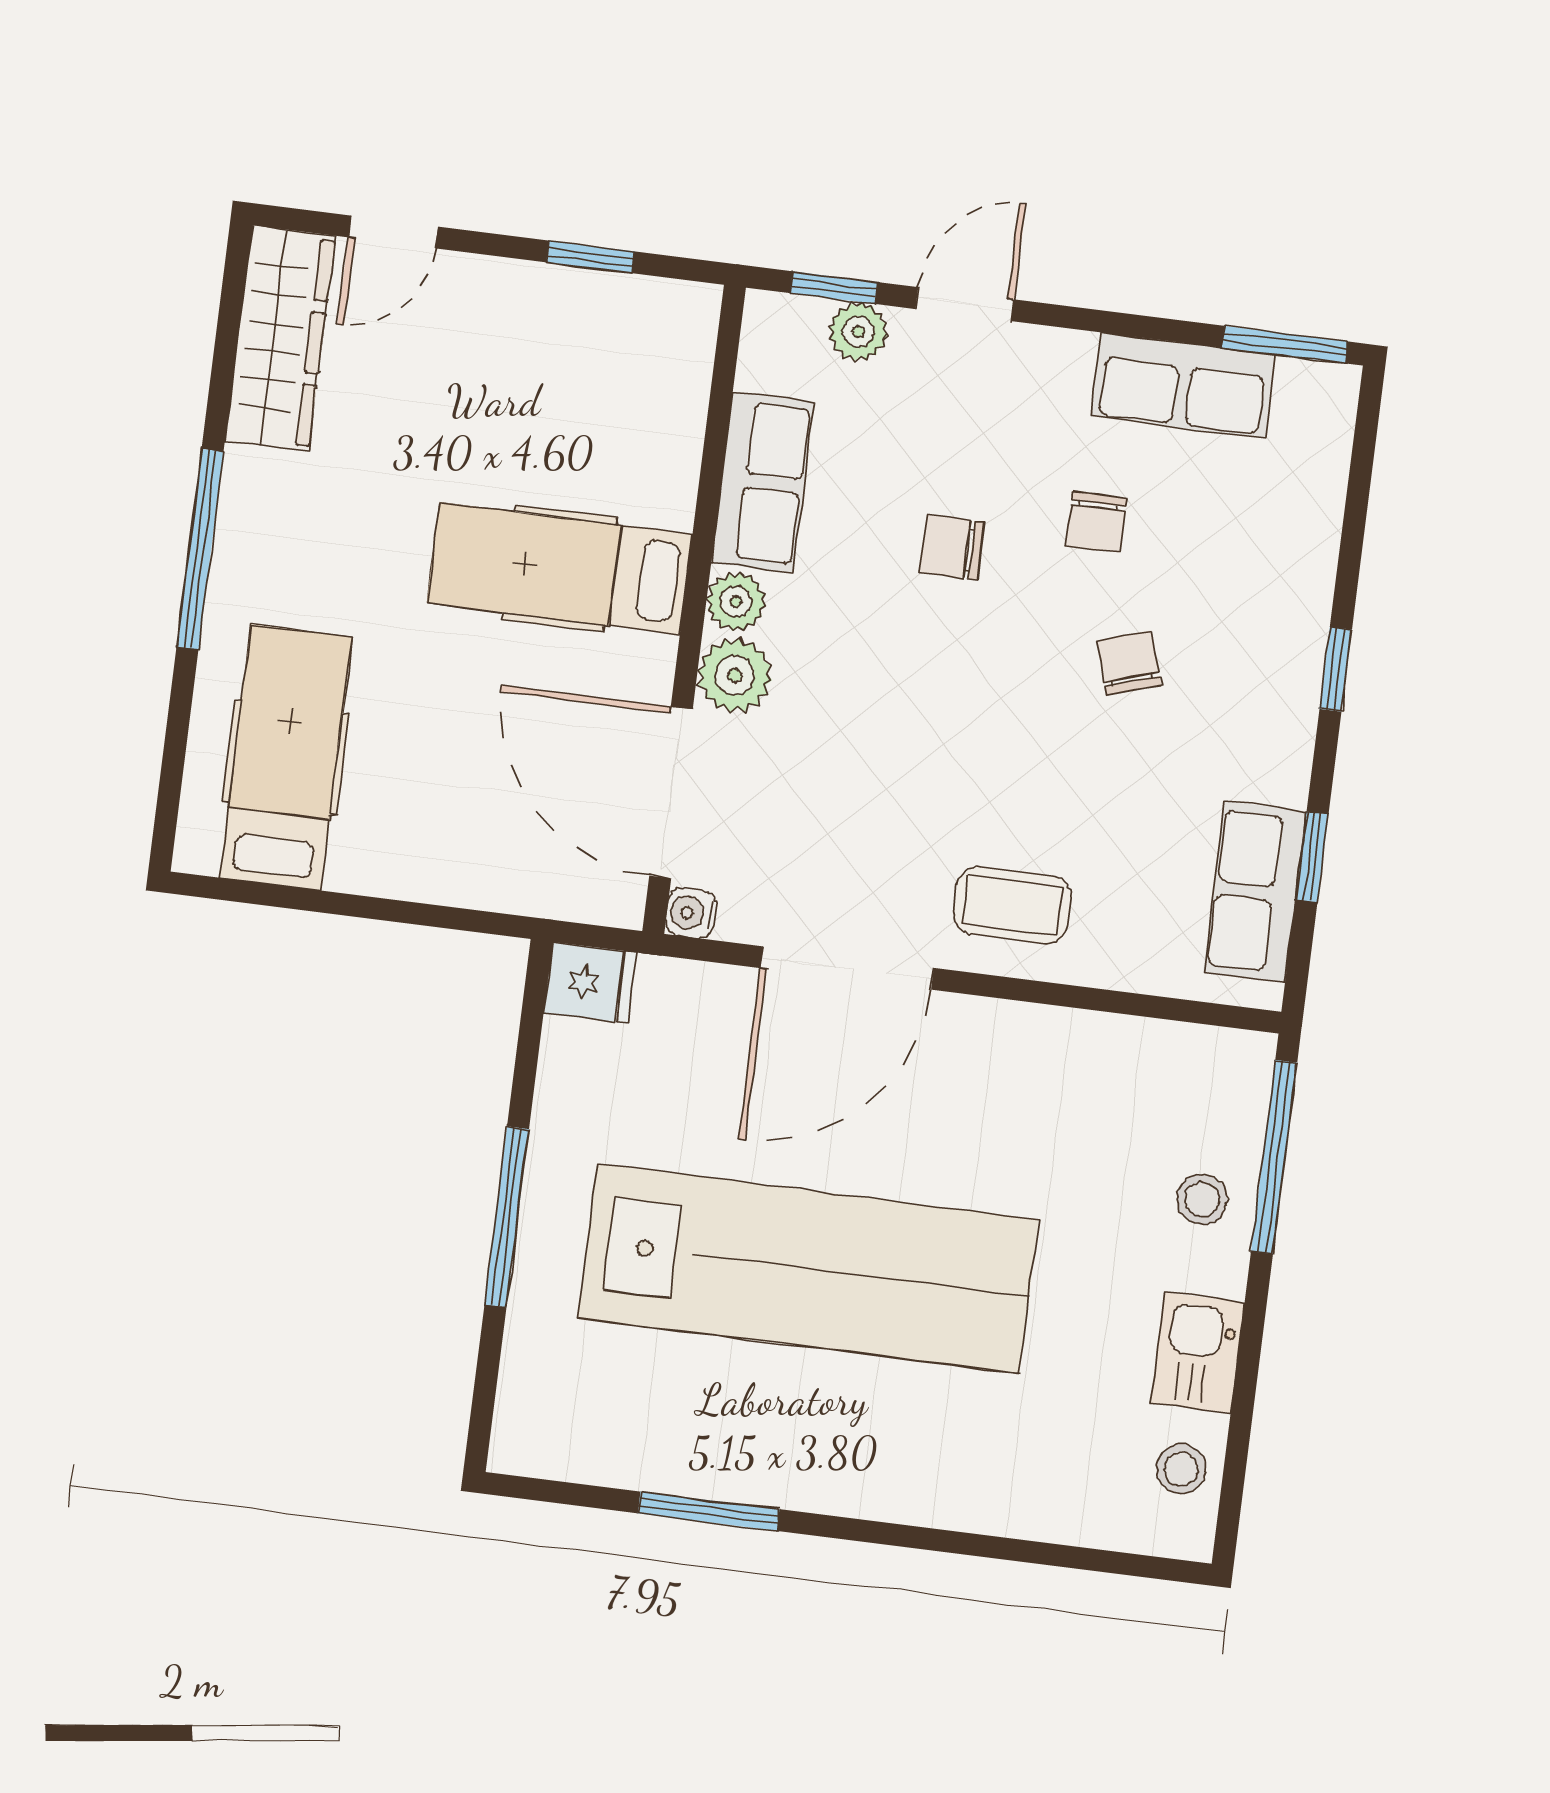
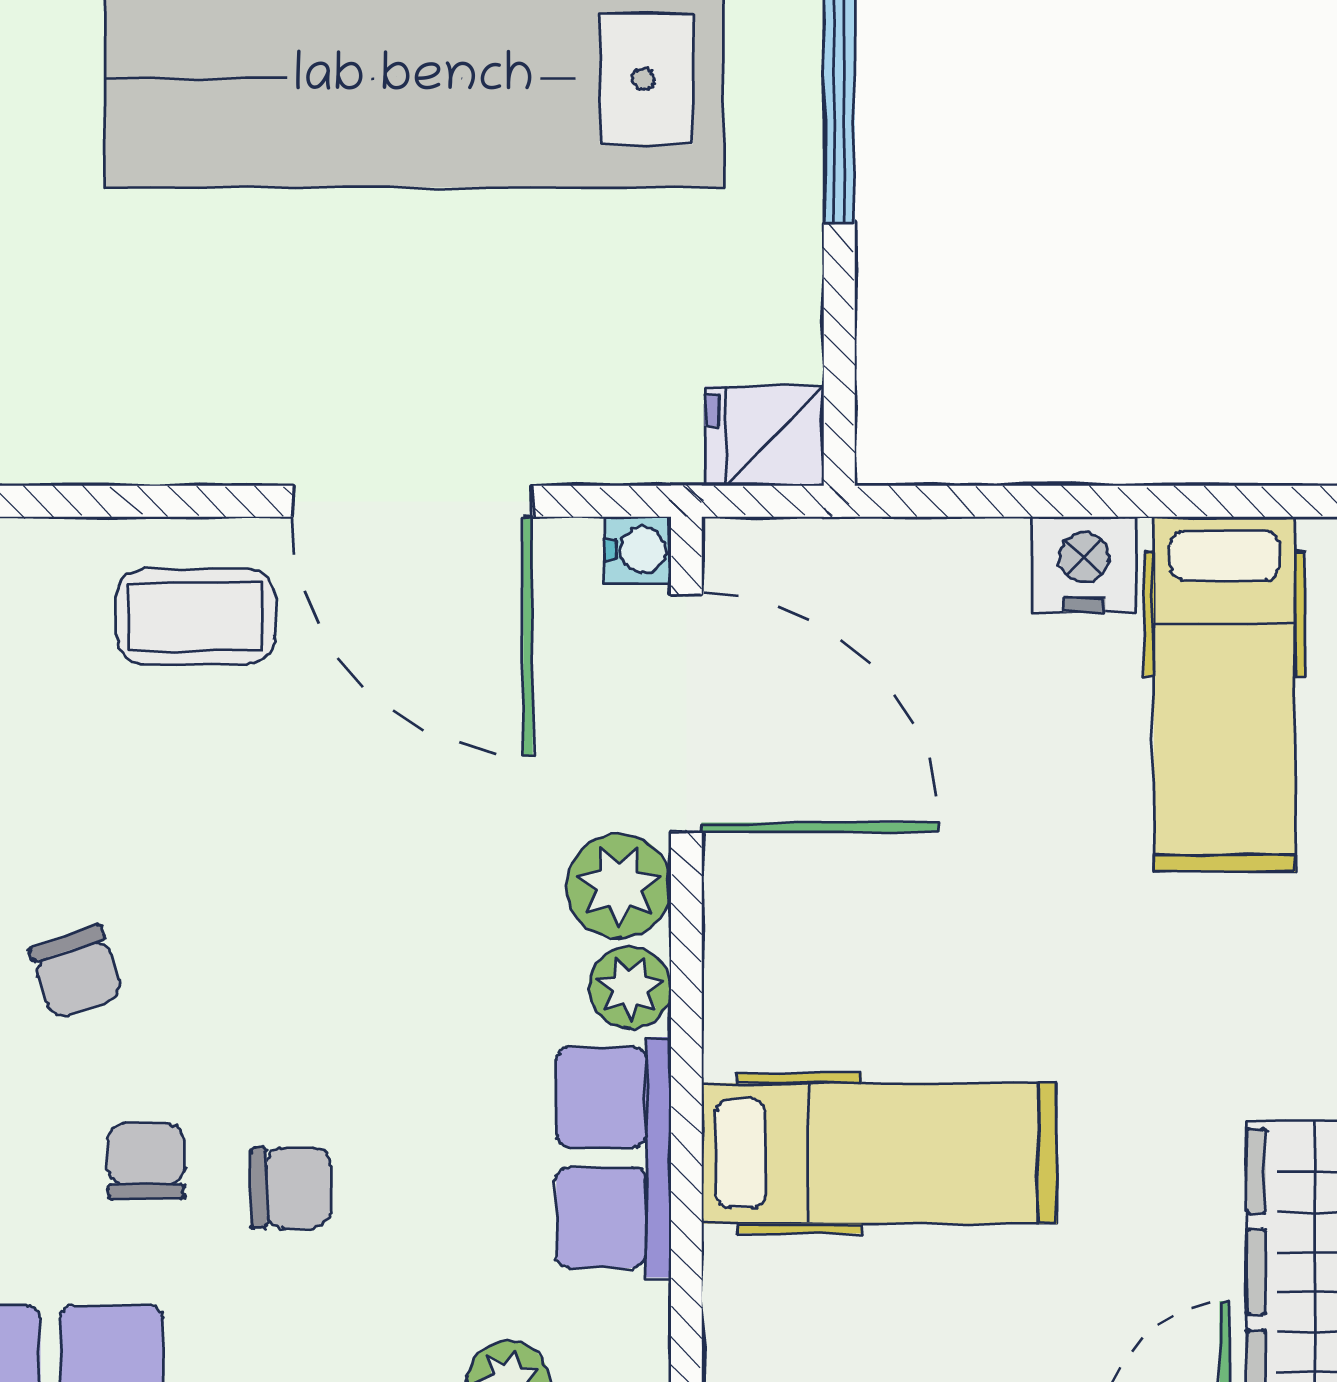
chair: (952, 547) -> (291, 1188), moved
hospital bed: (560, 568) -> (879, 1153), moved
nightstand: (374, 863) -> (1084, 564), added
door: (847, 968) -> (413, 501), swing flipped

